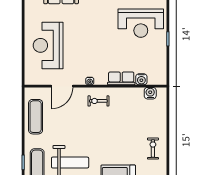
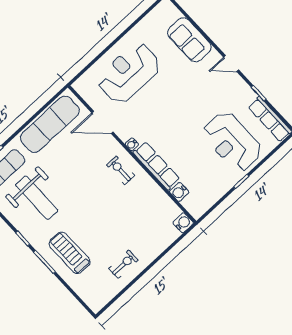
row of seats: (121, 78) -> (156, 166), width x1.48
water cooler: (150, 93) -> (183, 223), moved
exercise mat: (36, 117) -> (50, 124), width x1.36, depth x1.45

